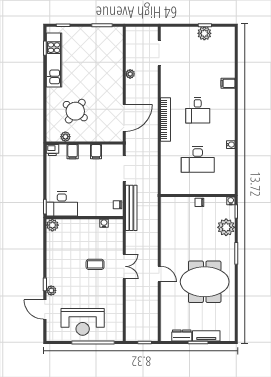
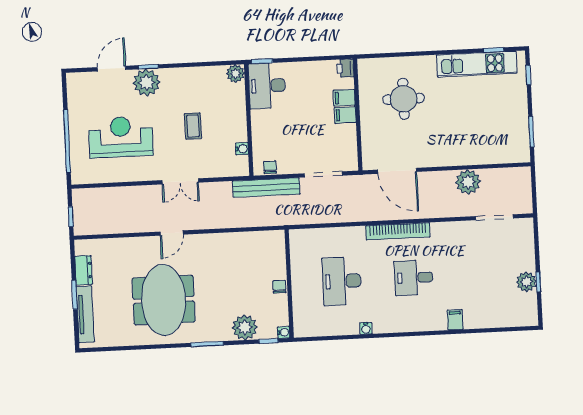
plant: (130, 74) -> (468, 182), width x1.88, depth x1.88
round table: (75, 111) -> (404, 99), turned -37
plant: (65, 137) -> (366, 86), removed
filing cabinet: (96, 152) -> (345, 115), moved
coffee table: (95, 264) -> (193, 126), moved
plant: (51, 290) -> (147, 83), width x1.87, depth x1.87
reception desk: (83, 322) -> (121, 137), moved, turned 90
tv unit: (206, 336) -> (85, 314), width x1.41

